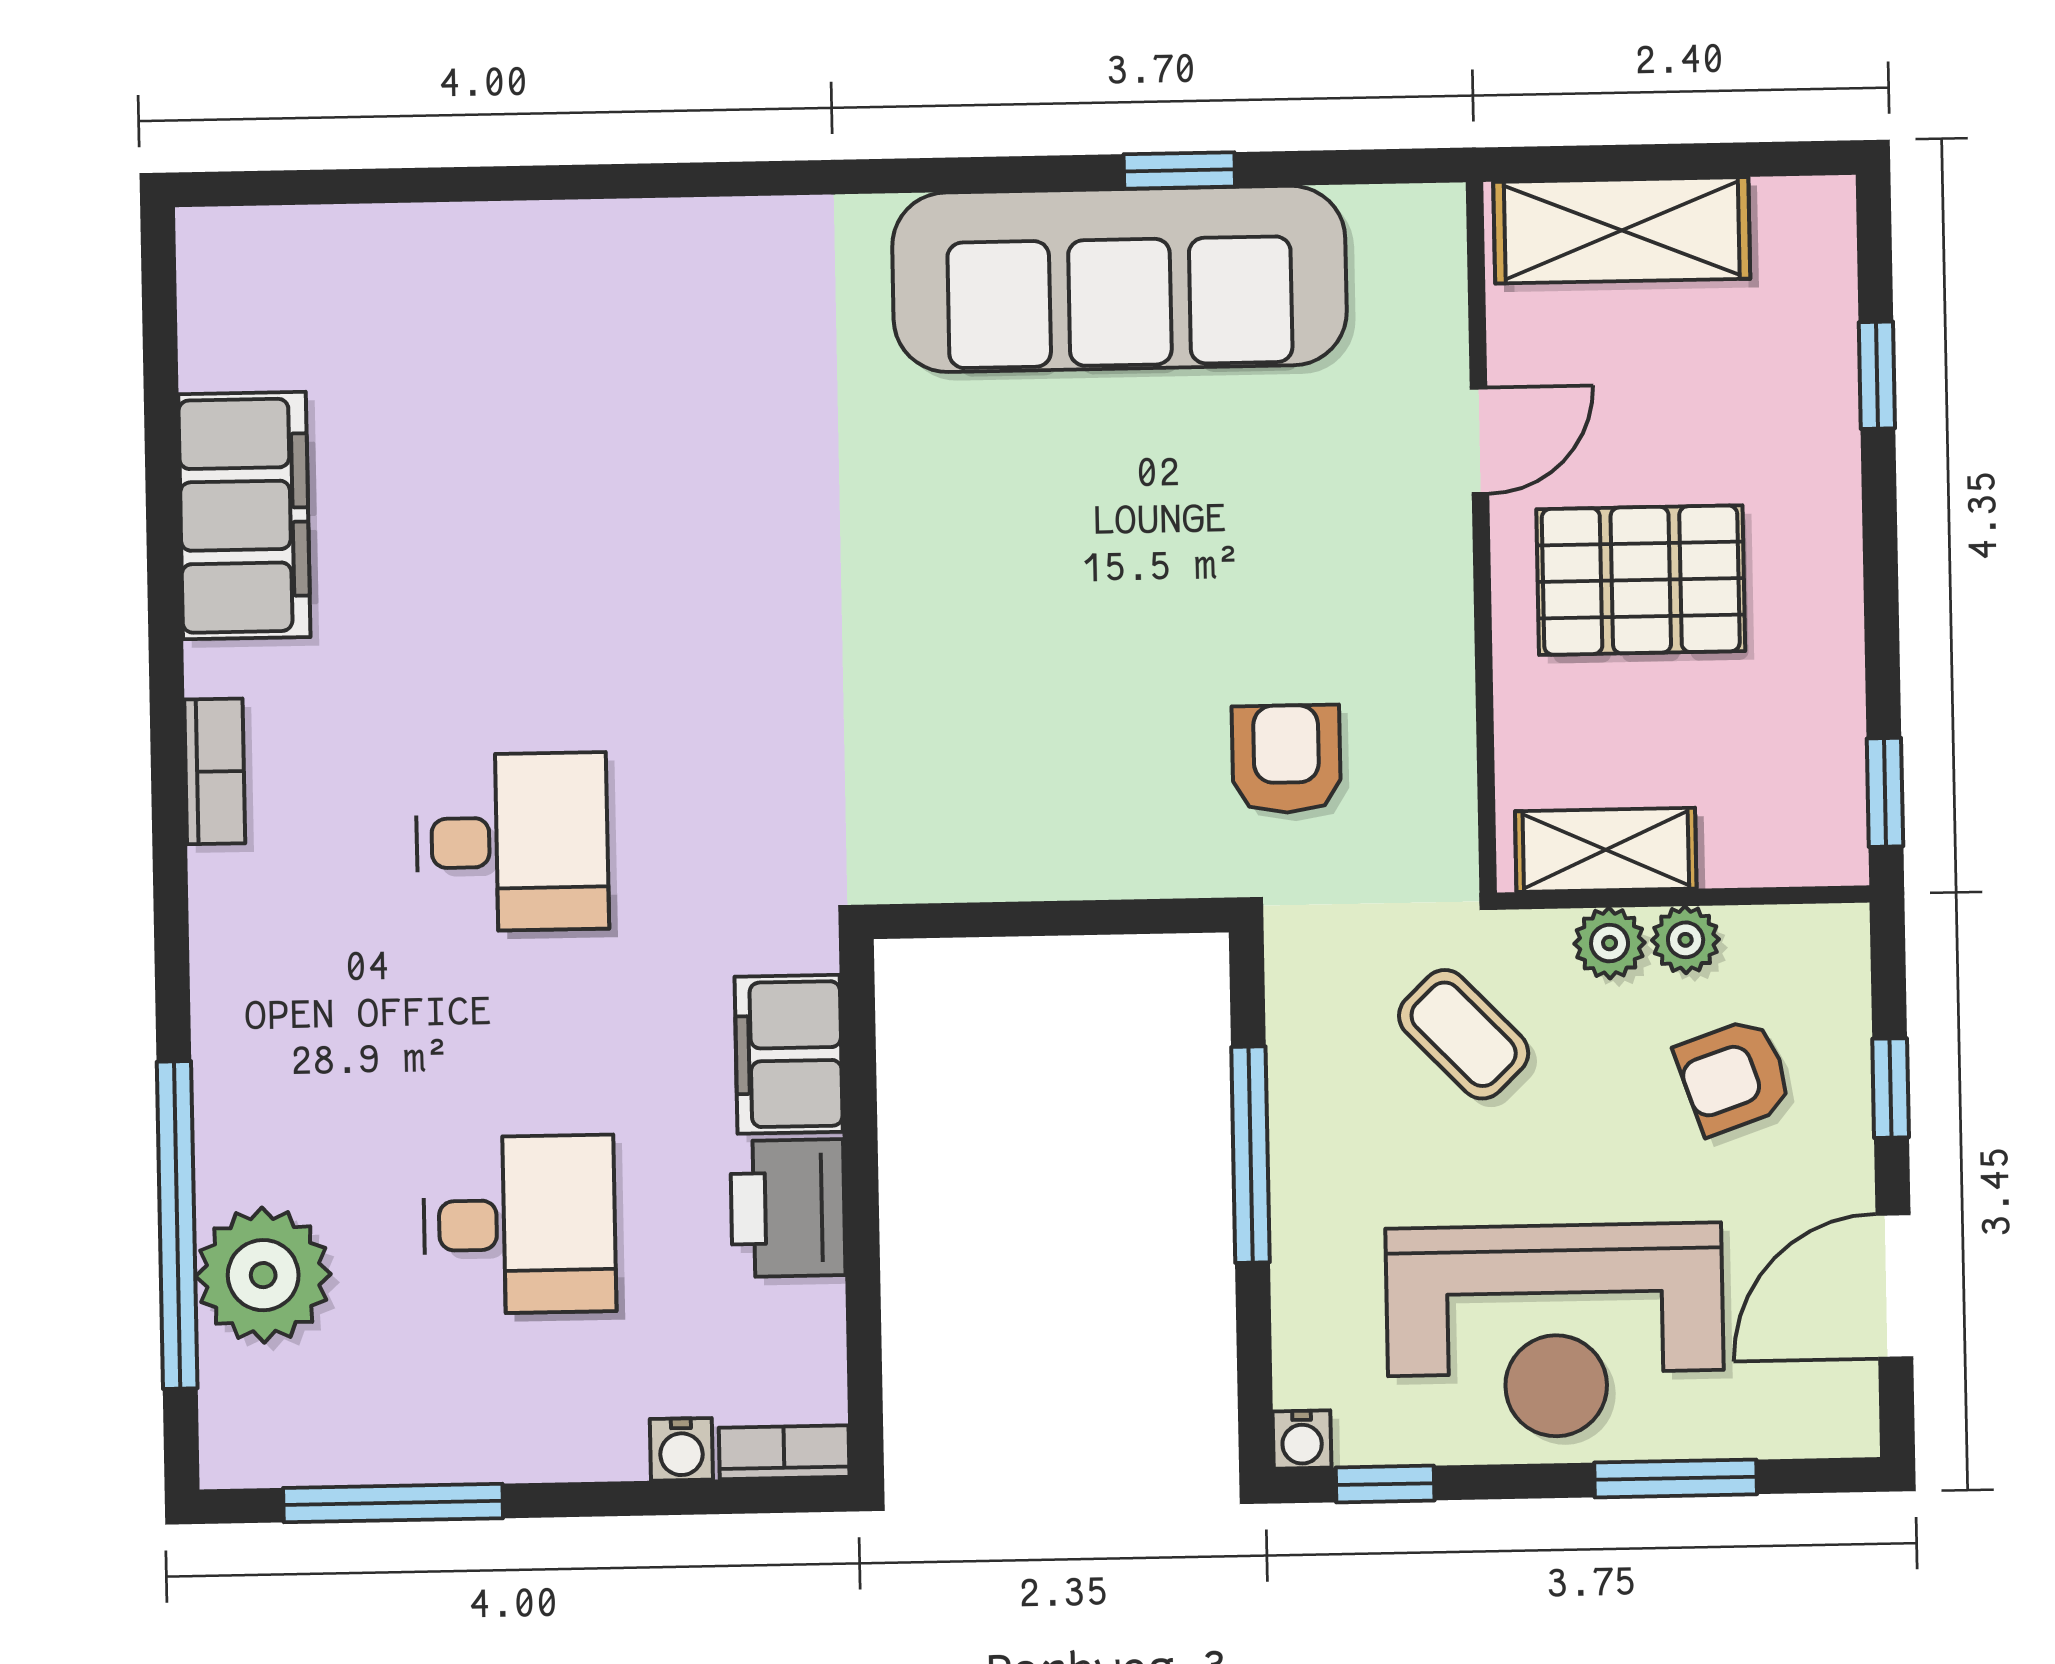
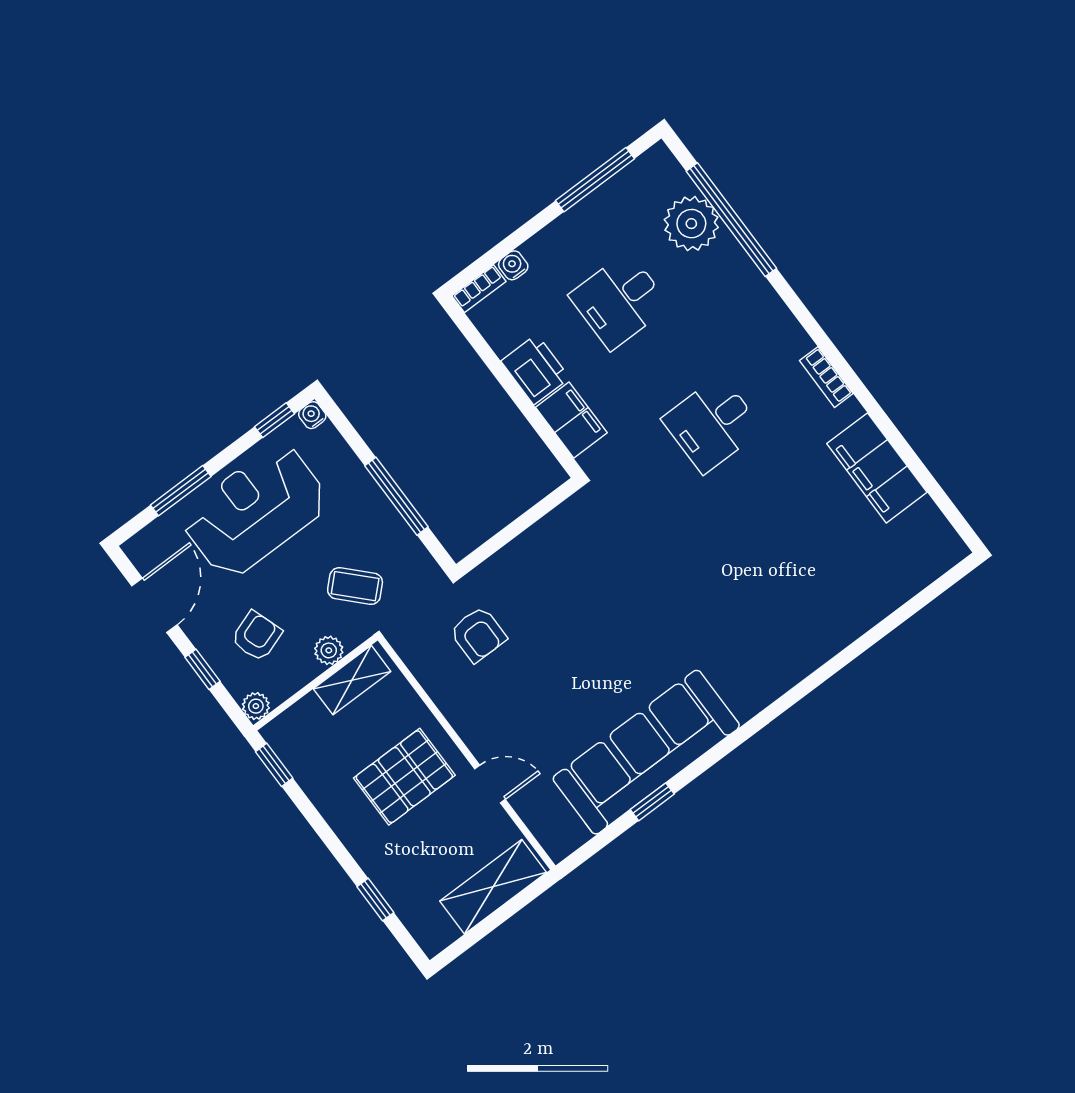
door: (1479, 441) -> (490, 784), swing flipped
plant: (1686, 940) -> (256, 706), moved

